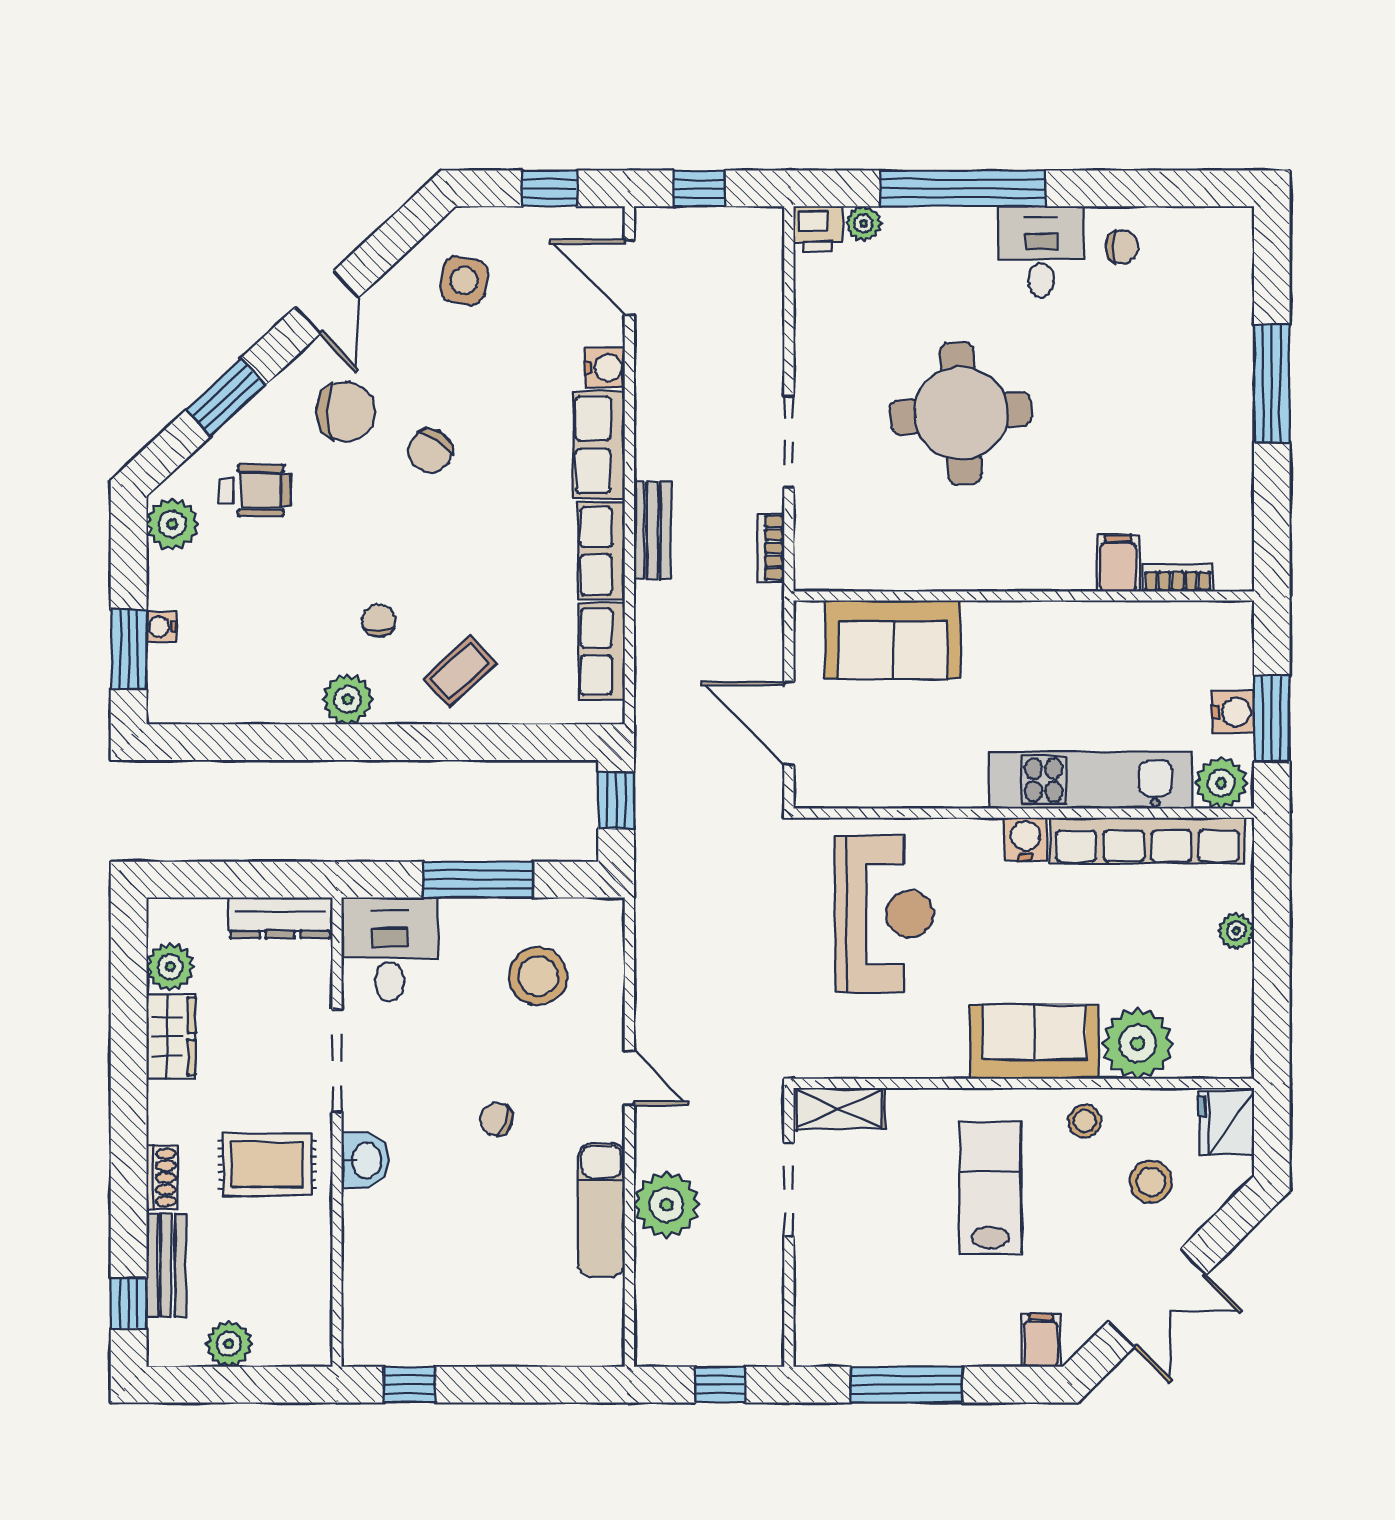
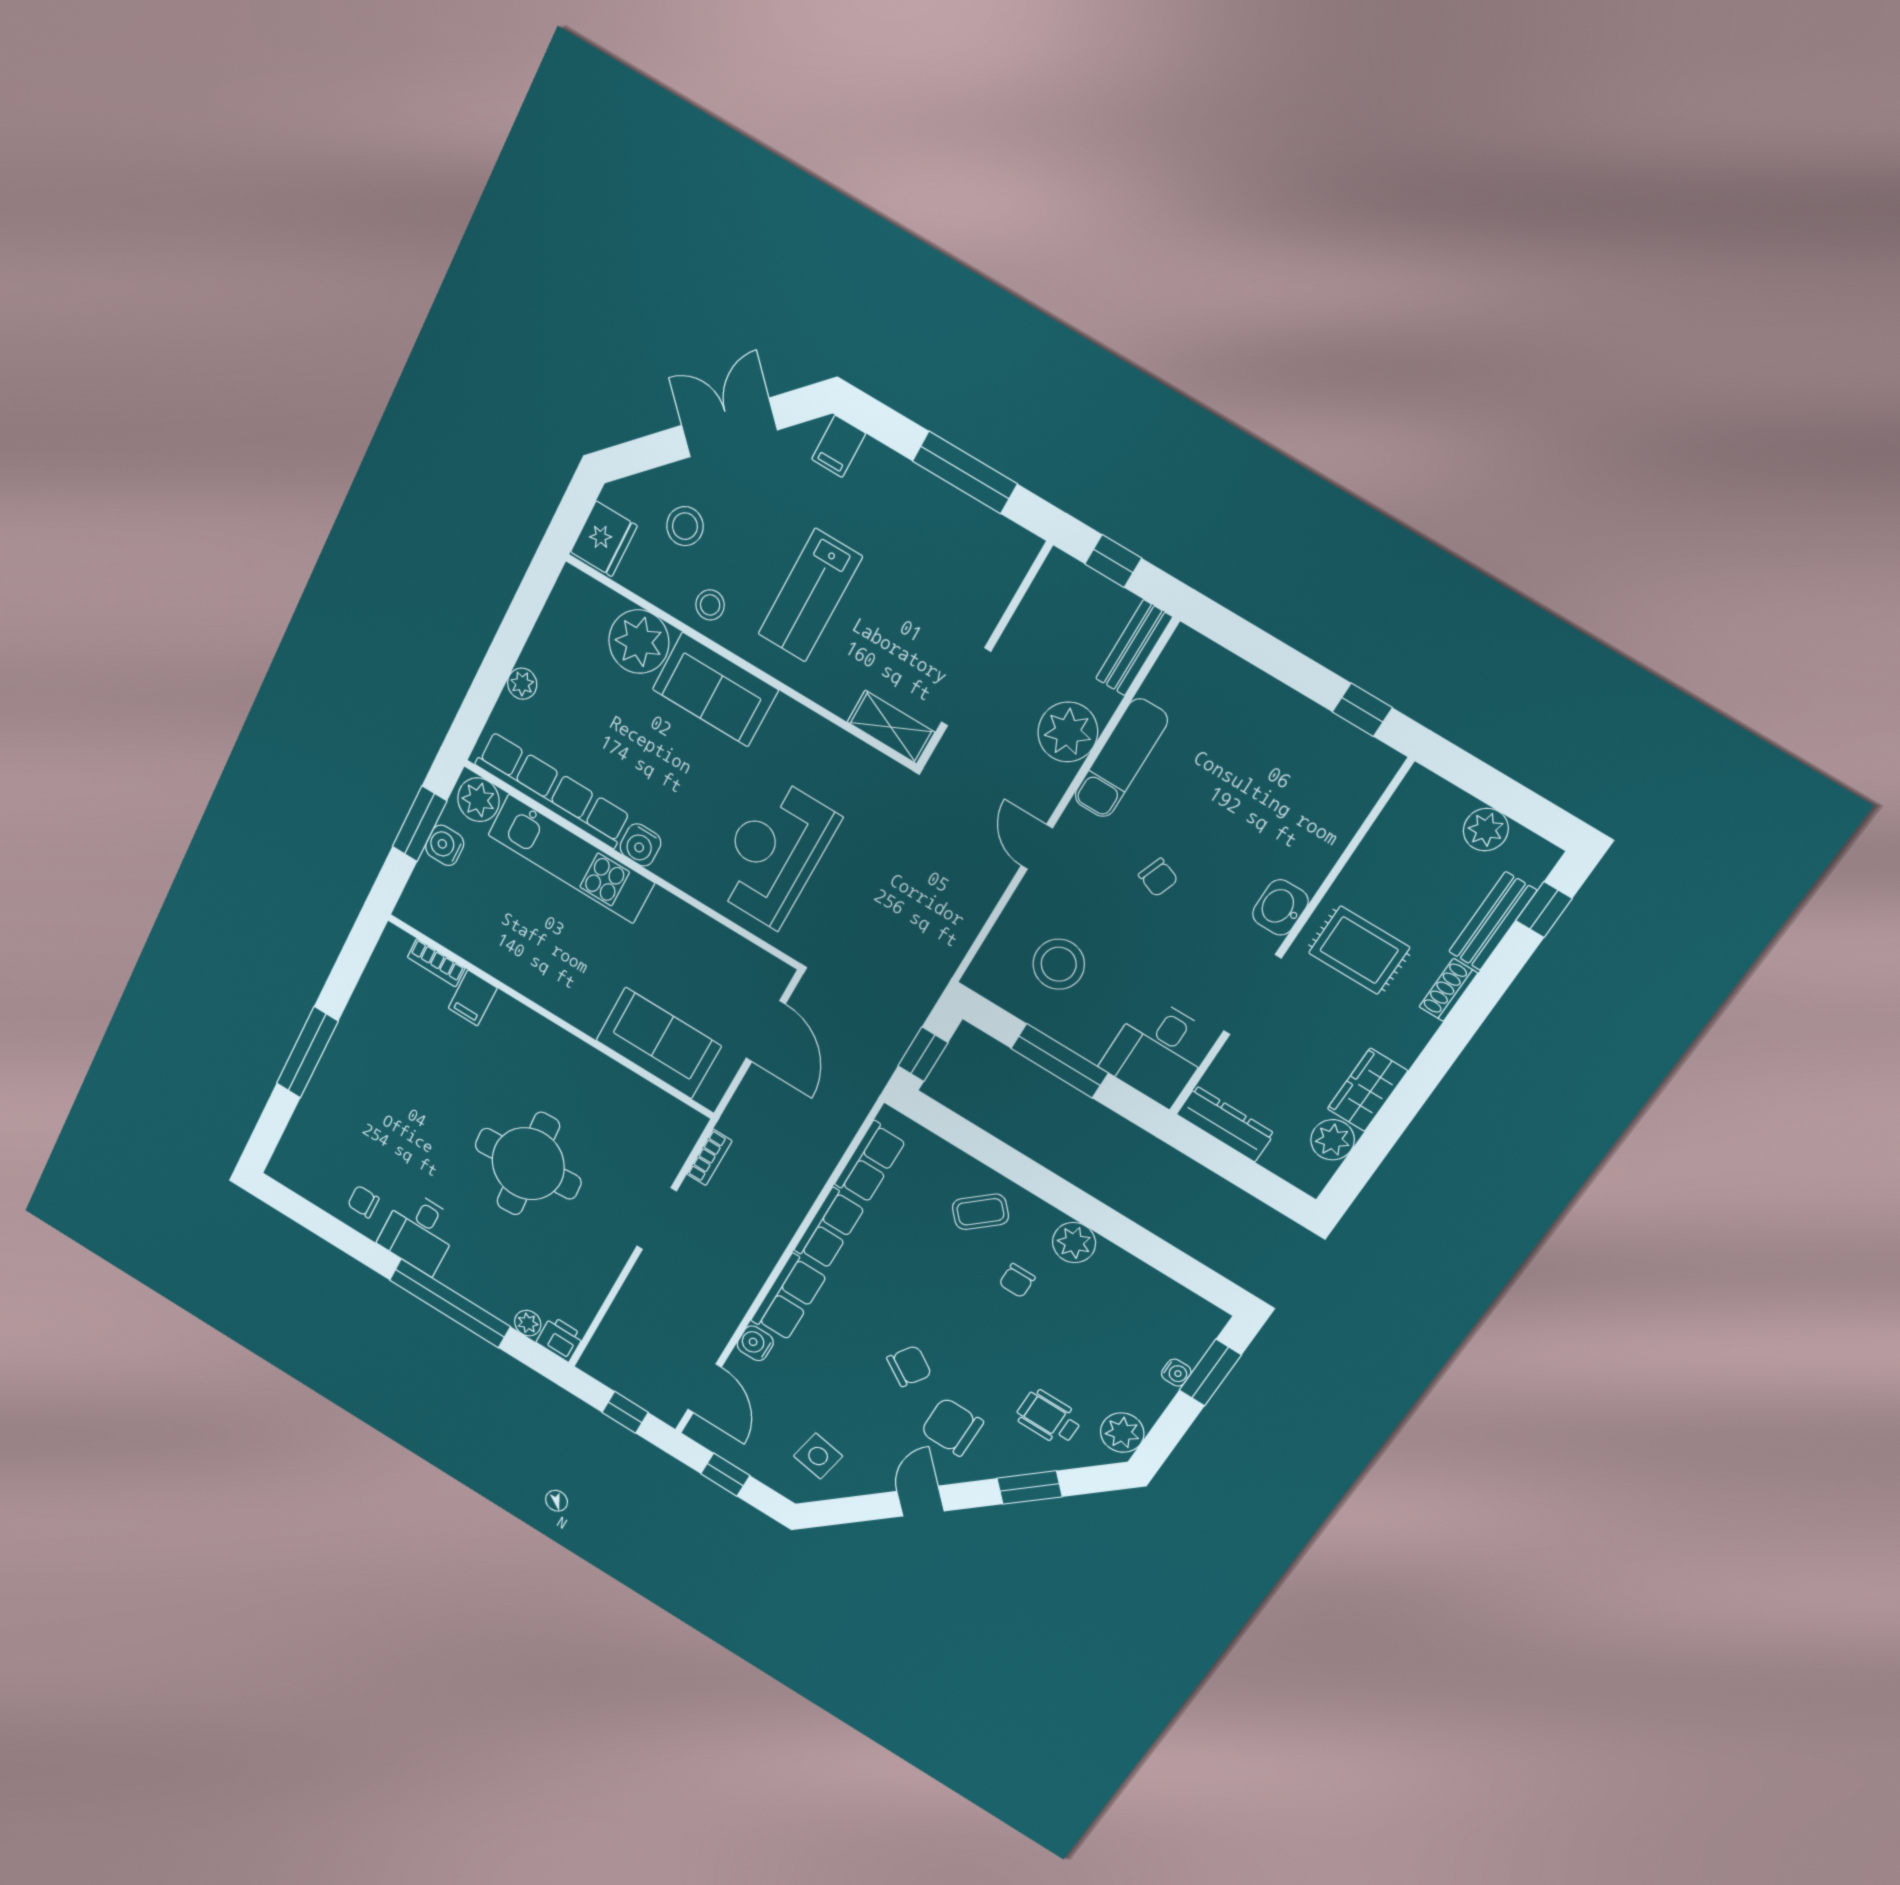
bench: (652, 530) -> (1134, 648), moved

